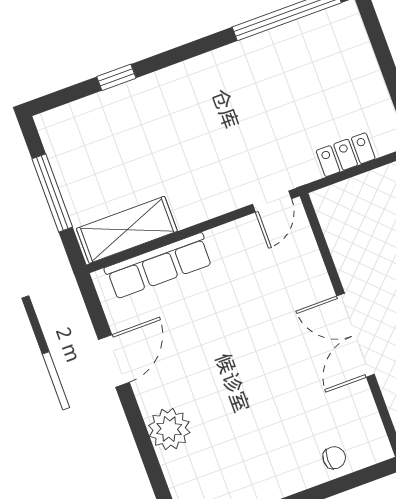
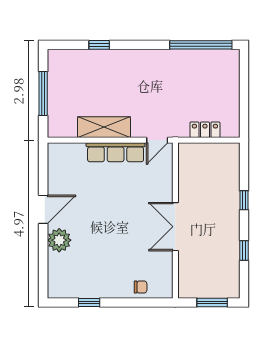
shelving: (127, 230) -> (104, 127), moved
row of seats: (159, 266) -> (116, 152), moved
door: (114, 361) -> (43, 209), moved

